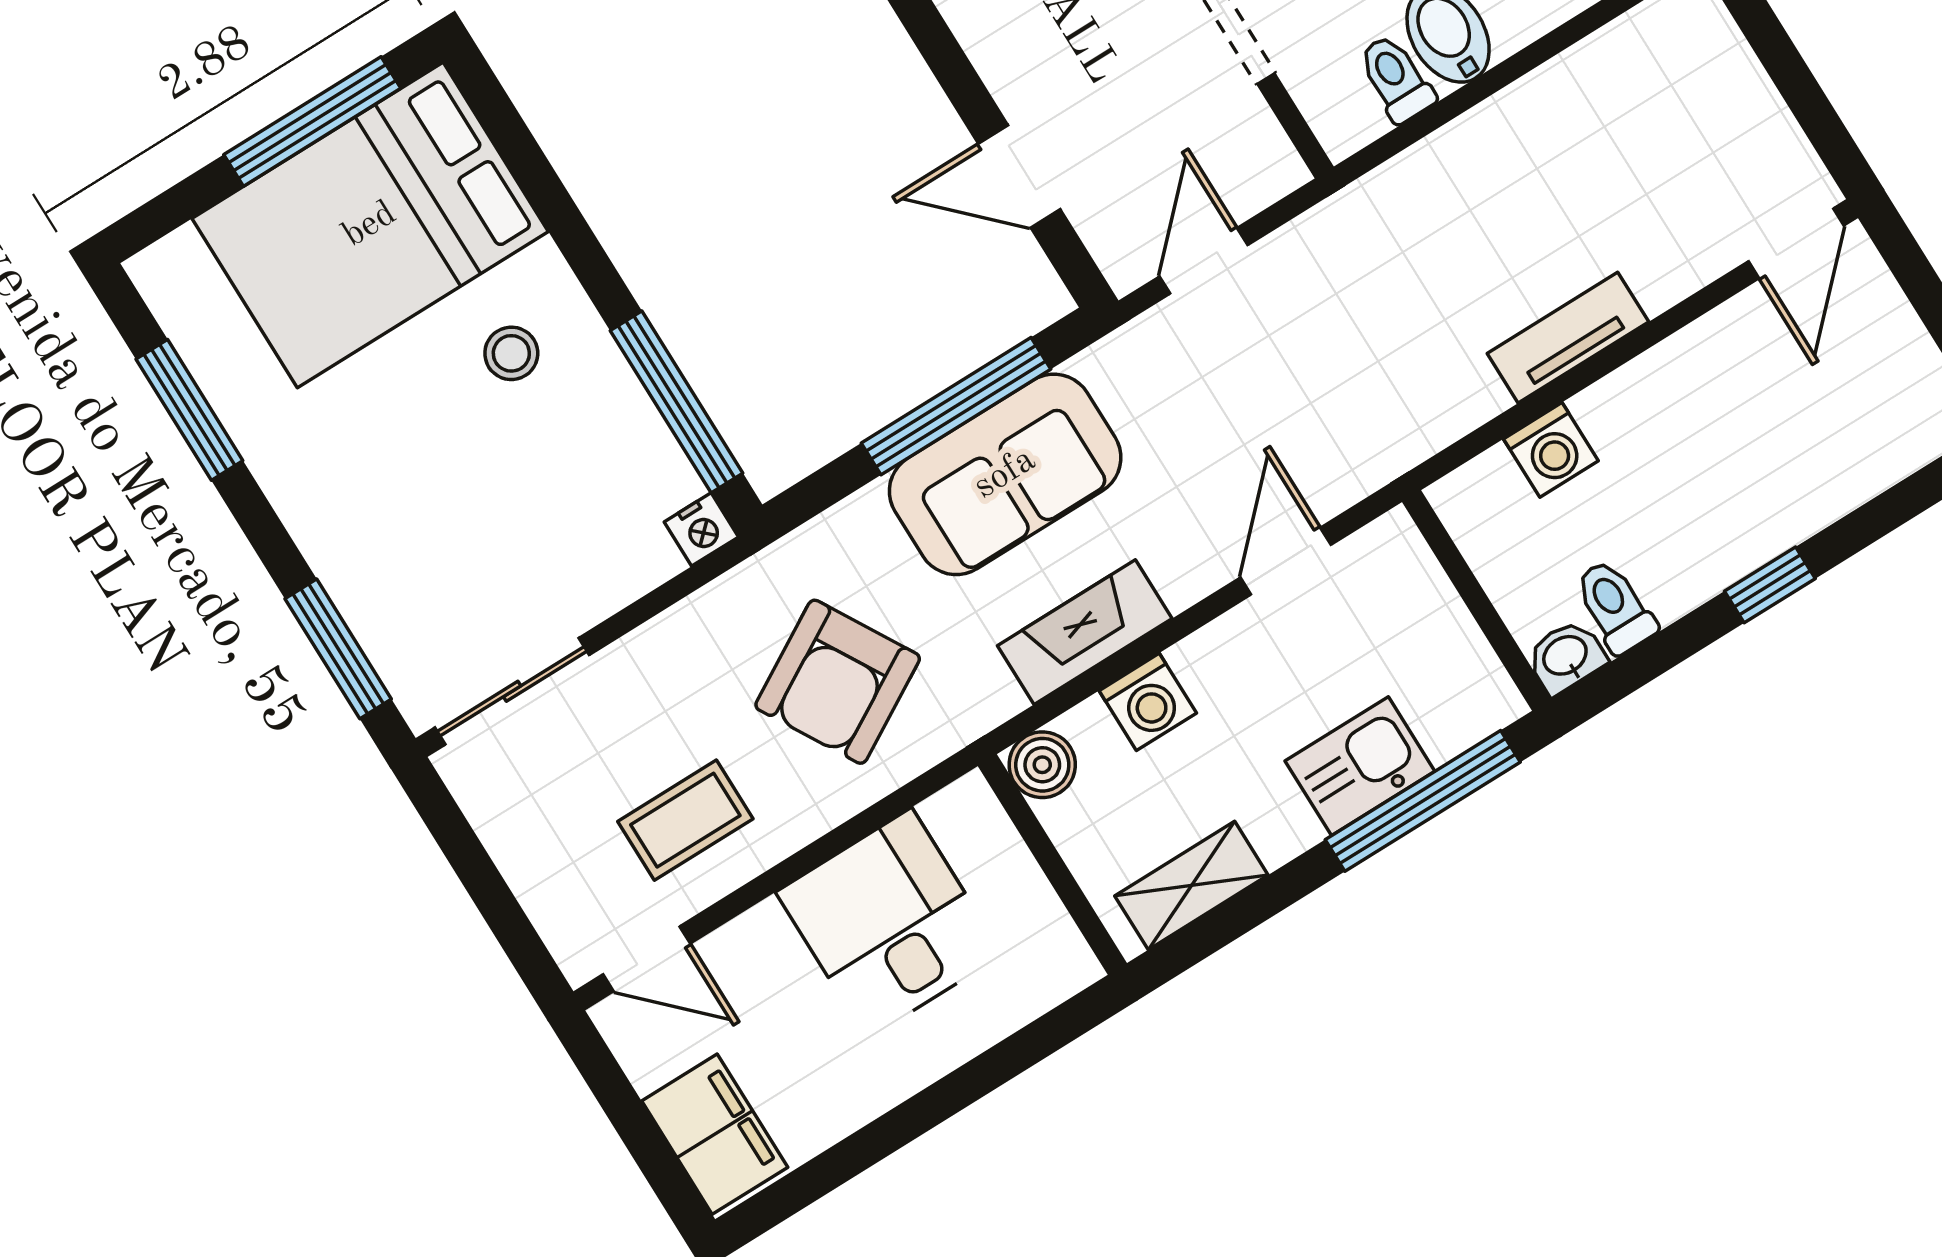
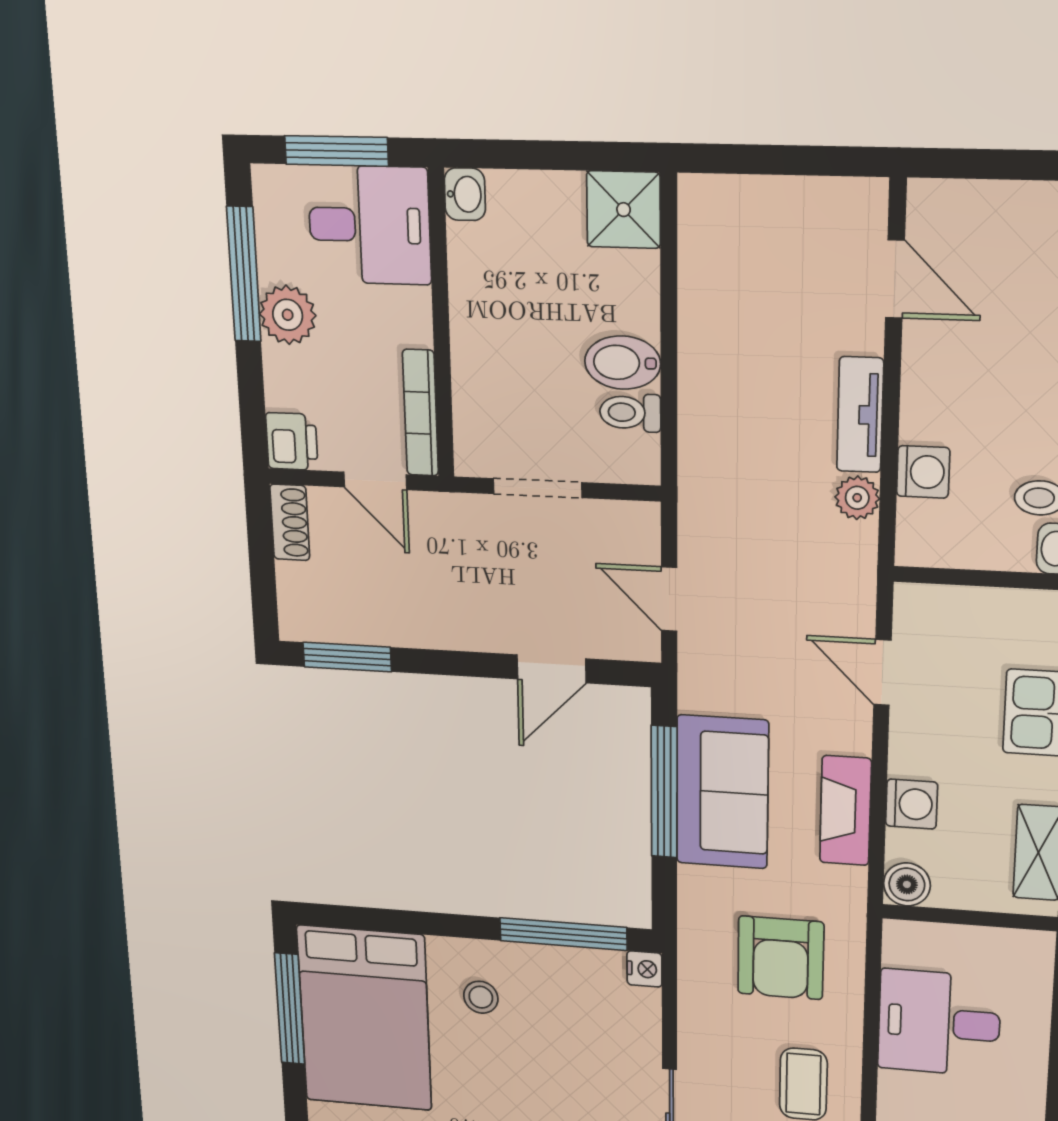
door: (1796, 243) -> (895, 279), moved
plant: (1472, 397) -> (857, 498), added
armchair: (838, 682) -> (781, 958), turned 30

